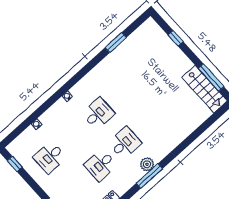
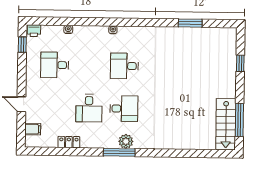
desk: (98, 114) -> (124, 66), turned 180
printer: (14, 147) -> (34, 31), added
desk: (101, 165) -> (89, 108), turned -90

